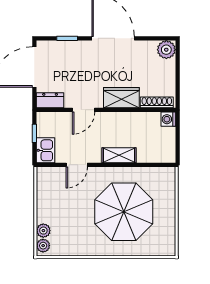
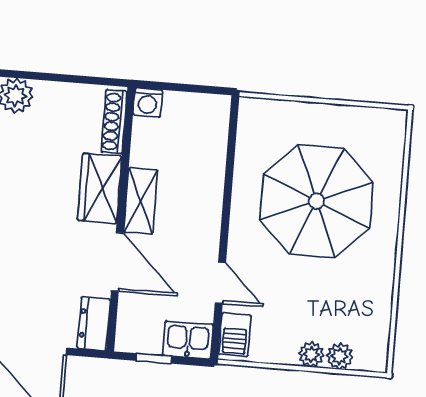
door: (83, 110) -> (117, 262), width x1.38
shelving: (119, 155) -> (141, 201), moved
barbecue: (50, 175) -> (235, 335), added
plant: (43, 246) -> (311, 354), moved

